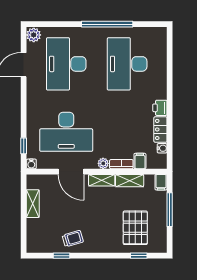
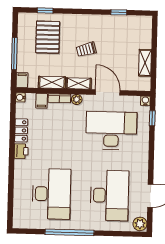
water cooler: (162, 148) -> (20, 97), moved
trolley: (73, 239) -> (86, 49), moved

